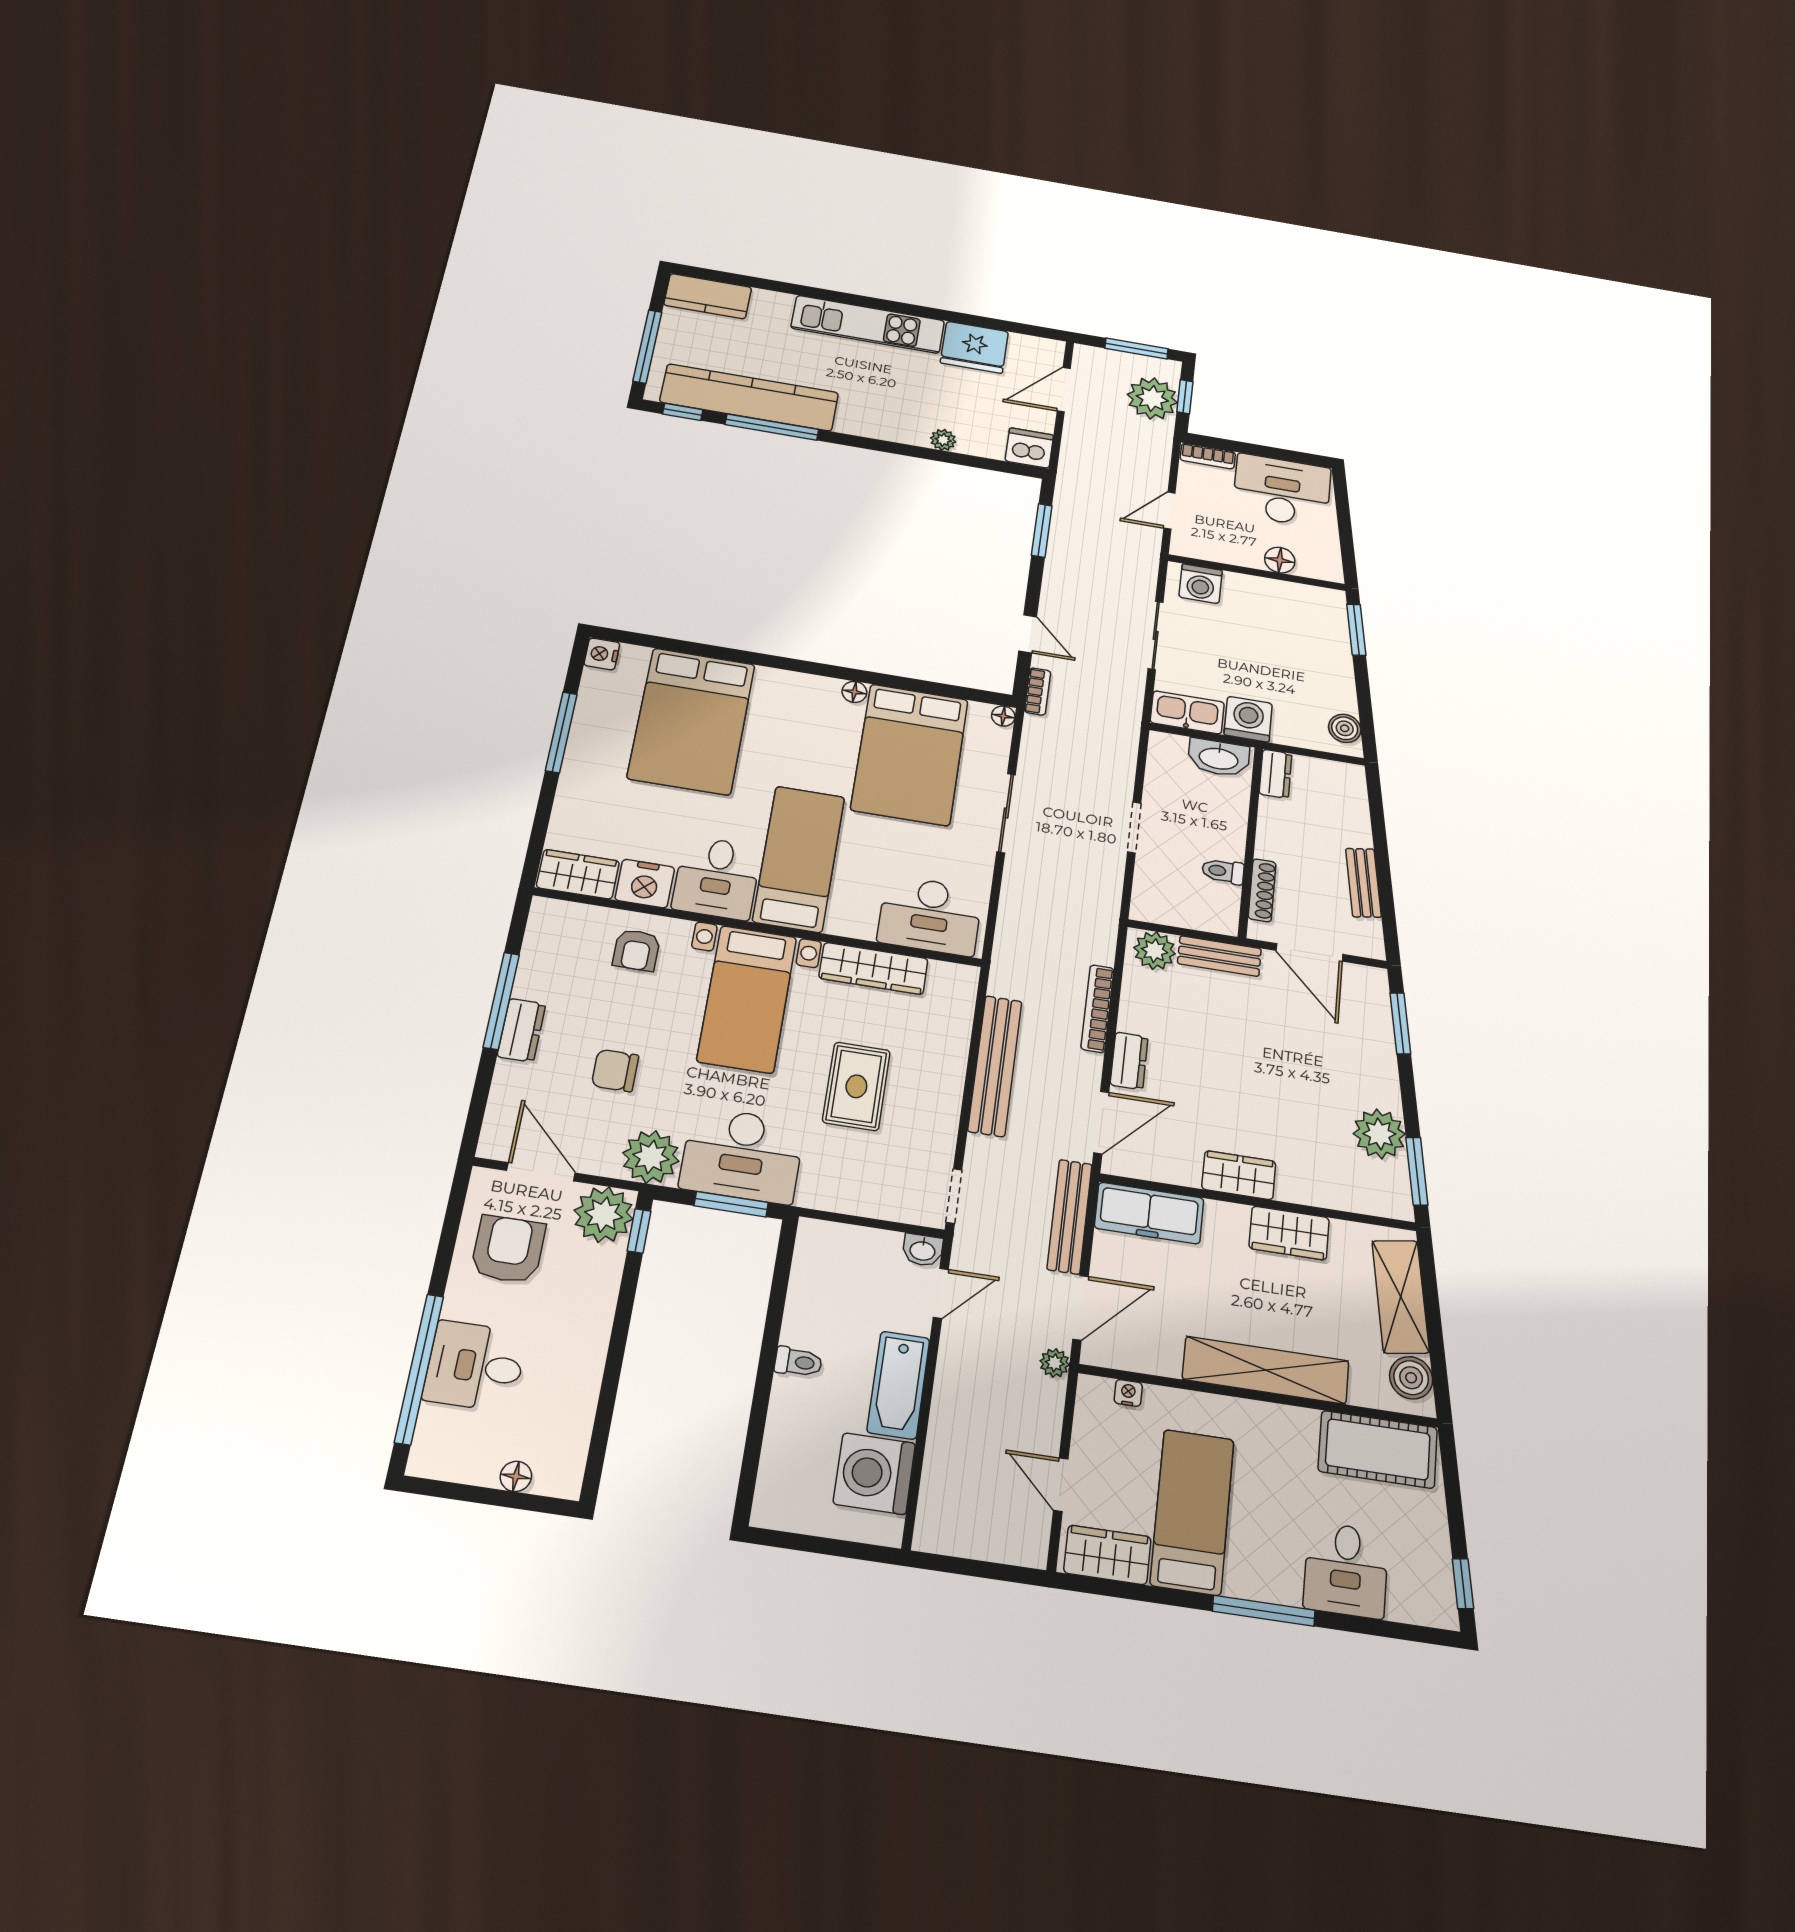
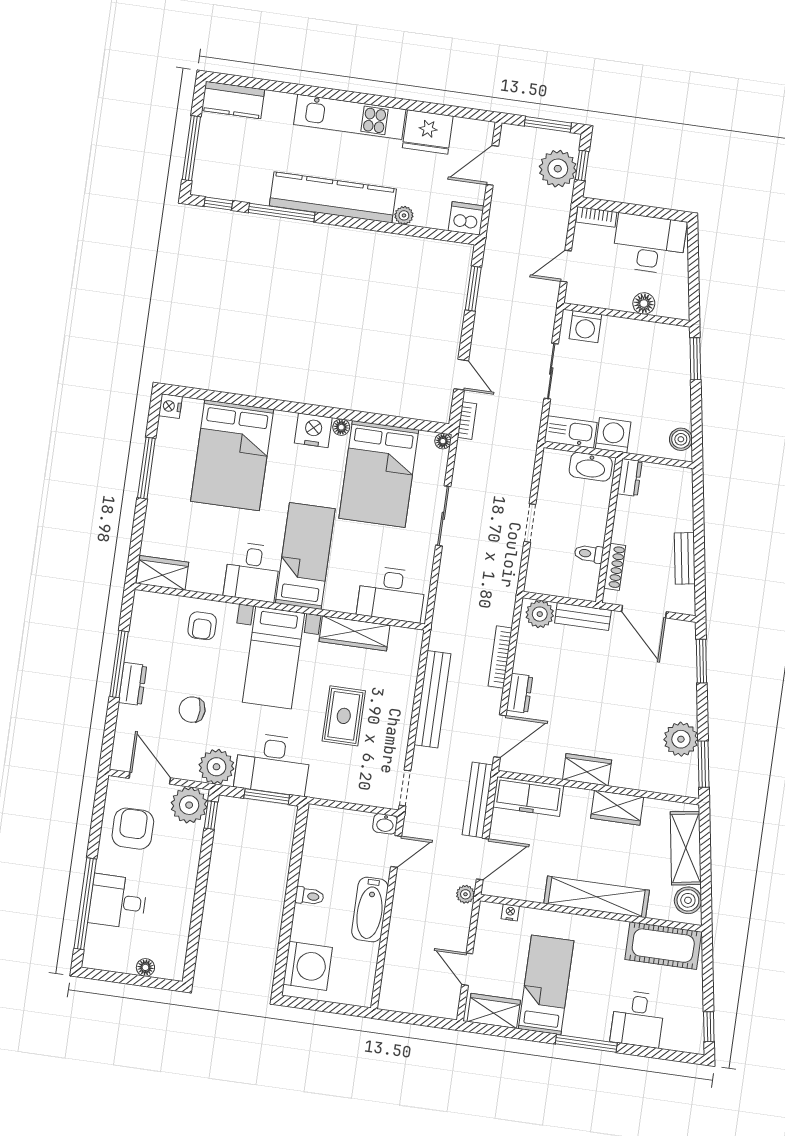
kitchen counter: (749, 397) -> (333, 197), moved
nightstand: (645, 884) -> (313, 430), moved, turned 180
washing machine: (874, 1474) -> (308, 966), moved, turned 180

